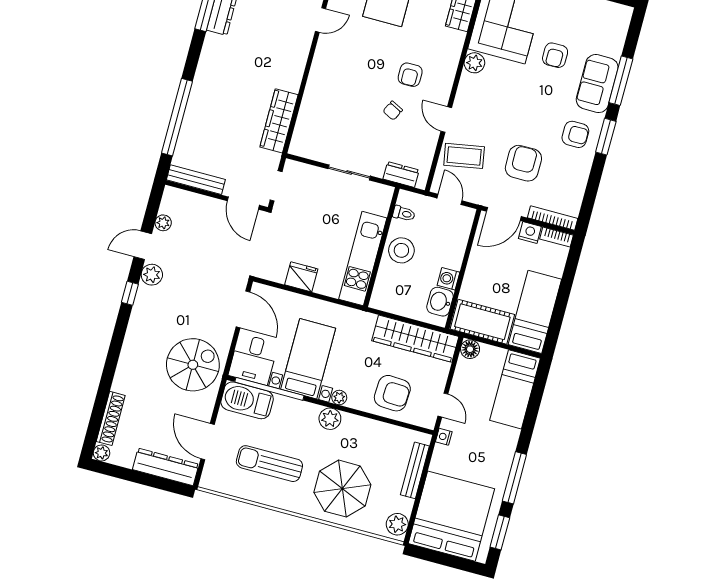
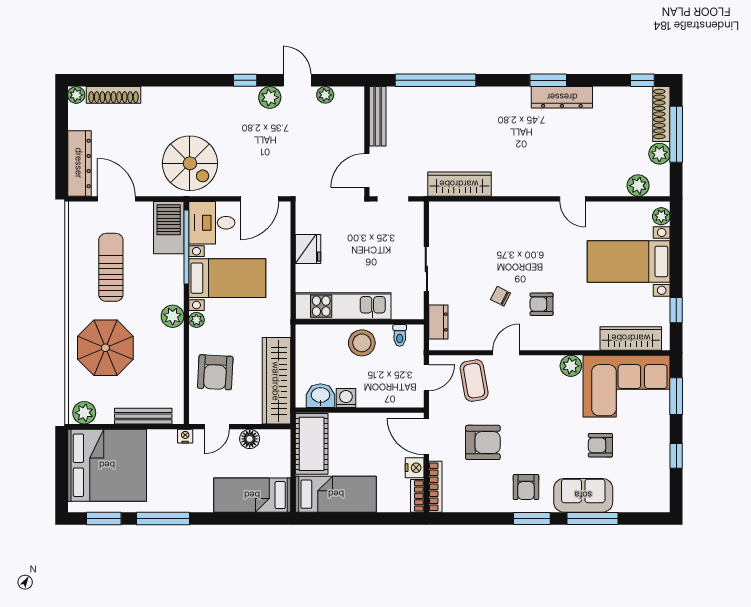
floor lamp: (470, 349) -> (250, 439), moved
door: (208, 442) -> (116, 199), hinge flipped

